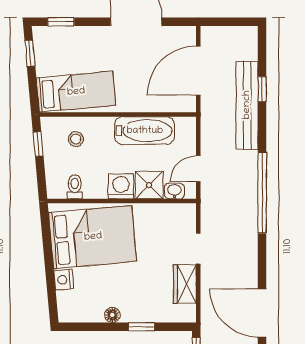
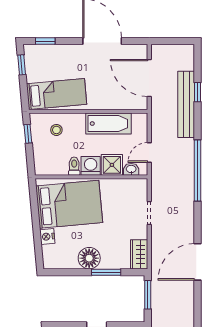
door: (198, 71) -> (149, 78), hinge flipped
toilet: (75, 187) -> (74, 166), moved
wardrobe: (185, 284) -> (139, 254), moved
door: (262, 313) -> (198, 262), hinge flipped
floor lamp: (112, 315) -> (89, 258), width x1.89, depth x1.89
window: (141, 327) -> (106, 272), width x1.50

